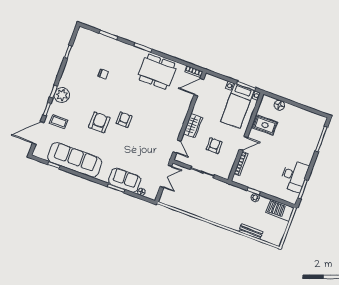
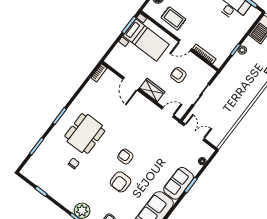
dining table: (157, 72) -> (85, 133), moved
door: (199, 87) -> (131, 84), moved
armchair: (99, 122) -> (121, 182), turned -90
rug: (265, 125) -> (173, 18), turned 90
door: (243, 143) -> (185, 45), swing flipped
sofa: (125, 180) -> (179, 183), moved

